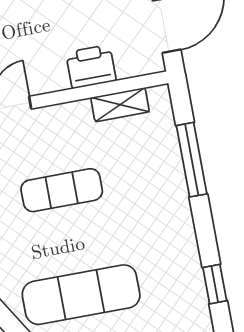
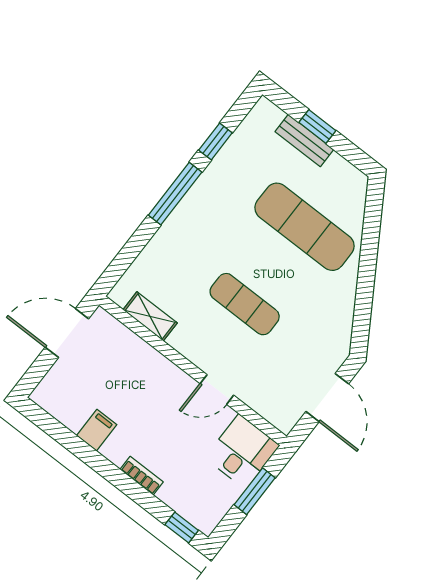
printer: (91, 67) -> (142, 360), removed
window: (192, 160) -> (175, 194), moved

